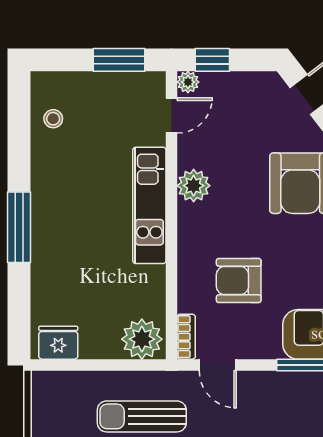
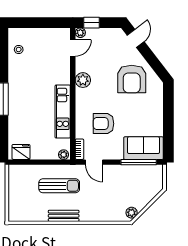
window: (119, 60) -> (49, 23), removed
kitchen unit: (149, 205) -> (63, 112), moved
plant: (142, 339) -> (64, 155), width x0.53, depth x0.53
sun lounger: (142, 416) -> (59, 186), turned 180

